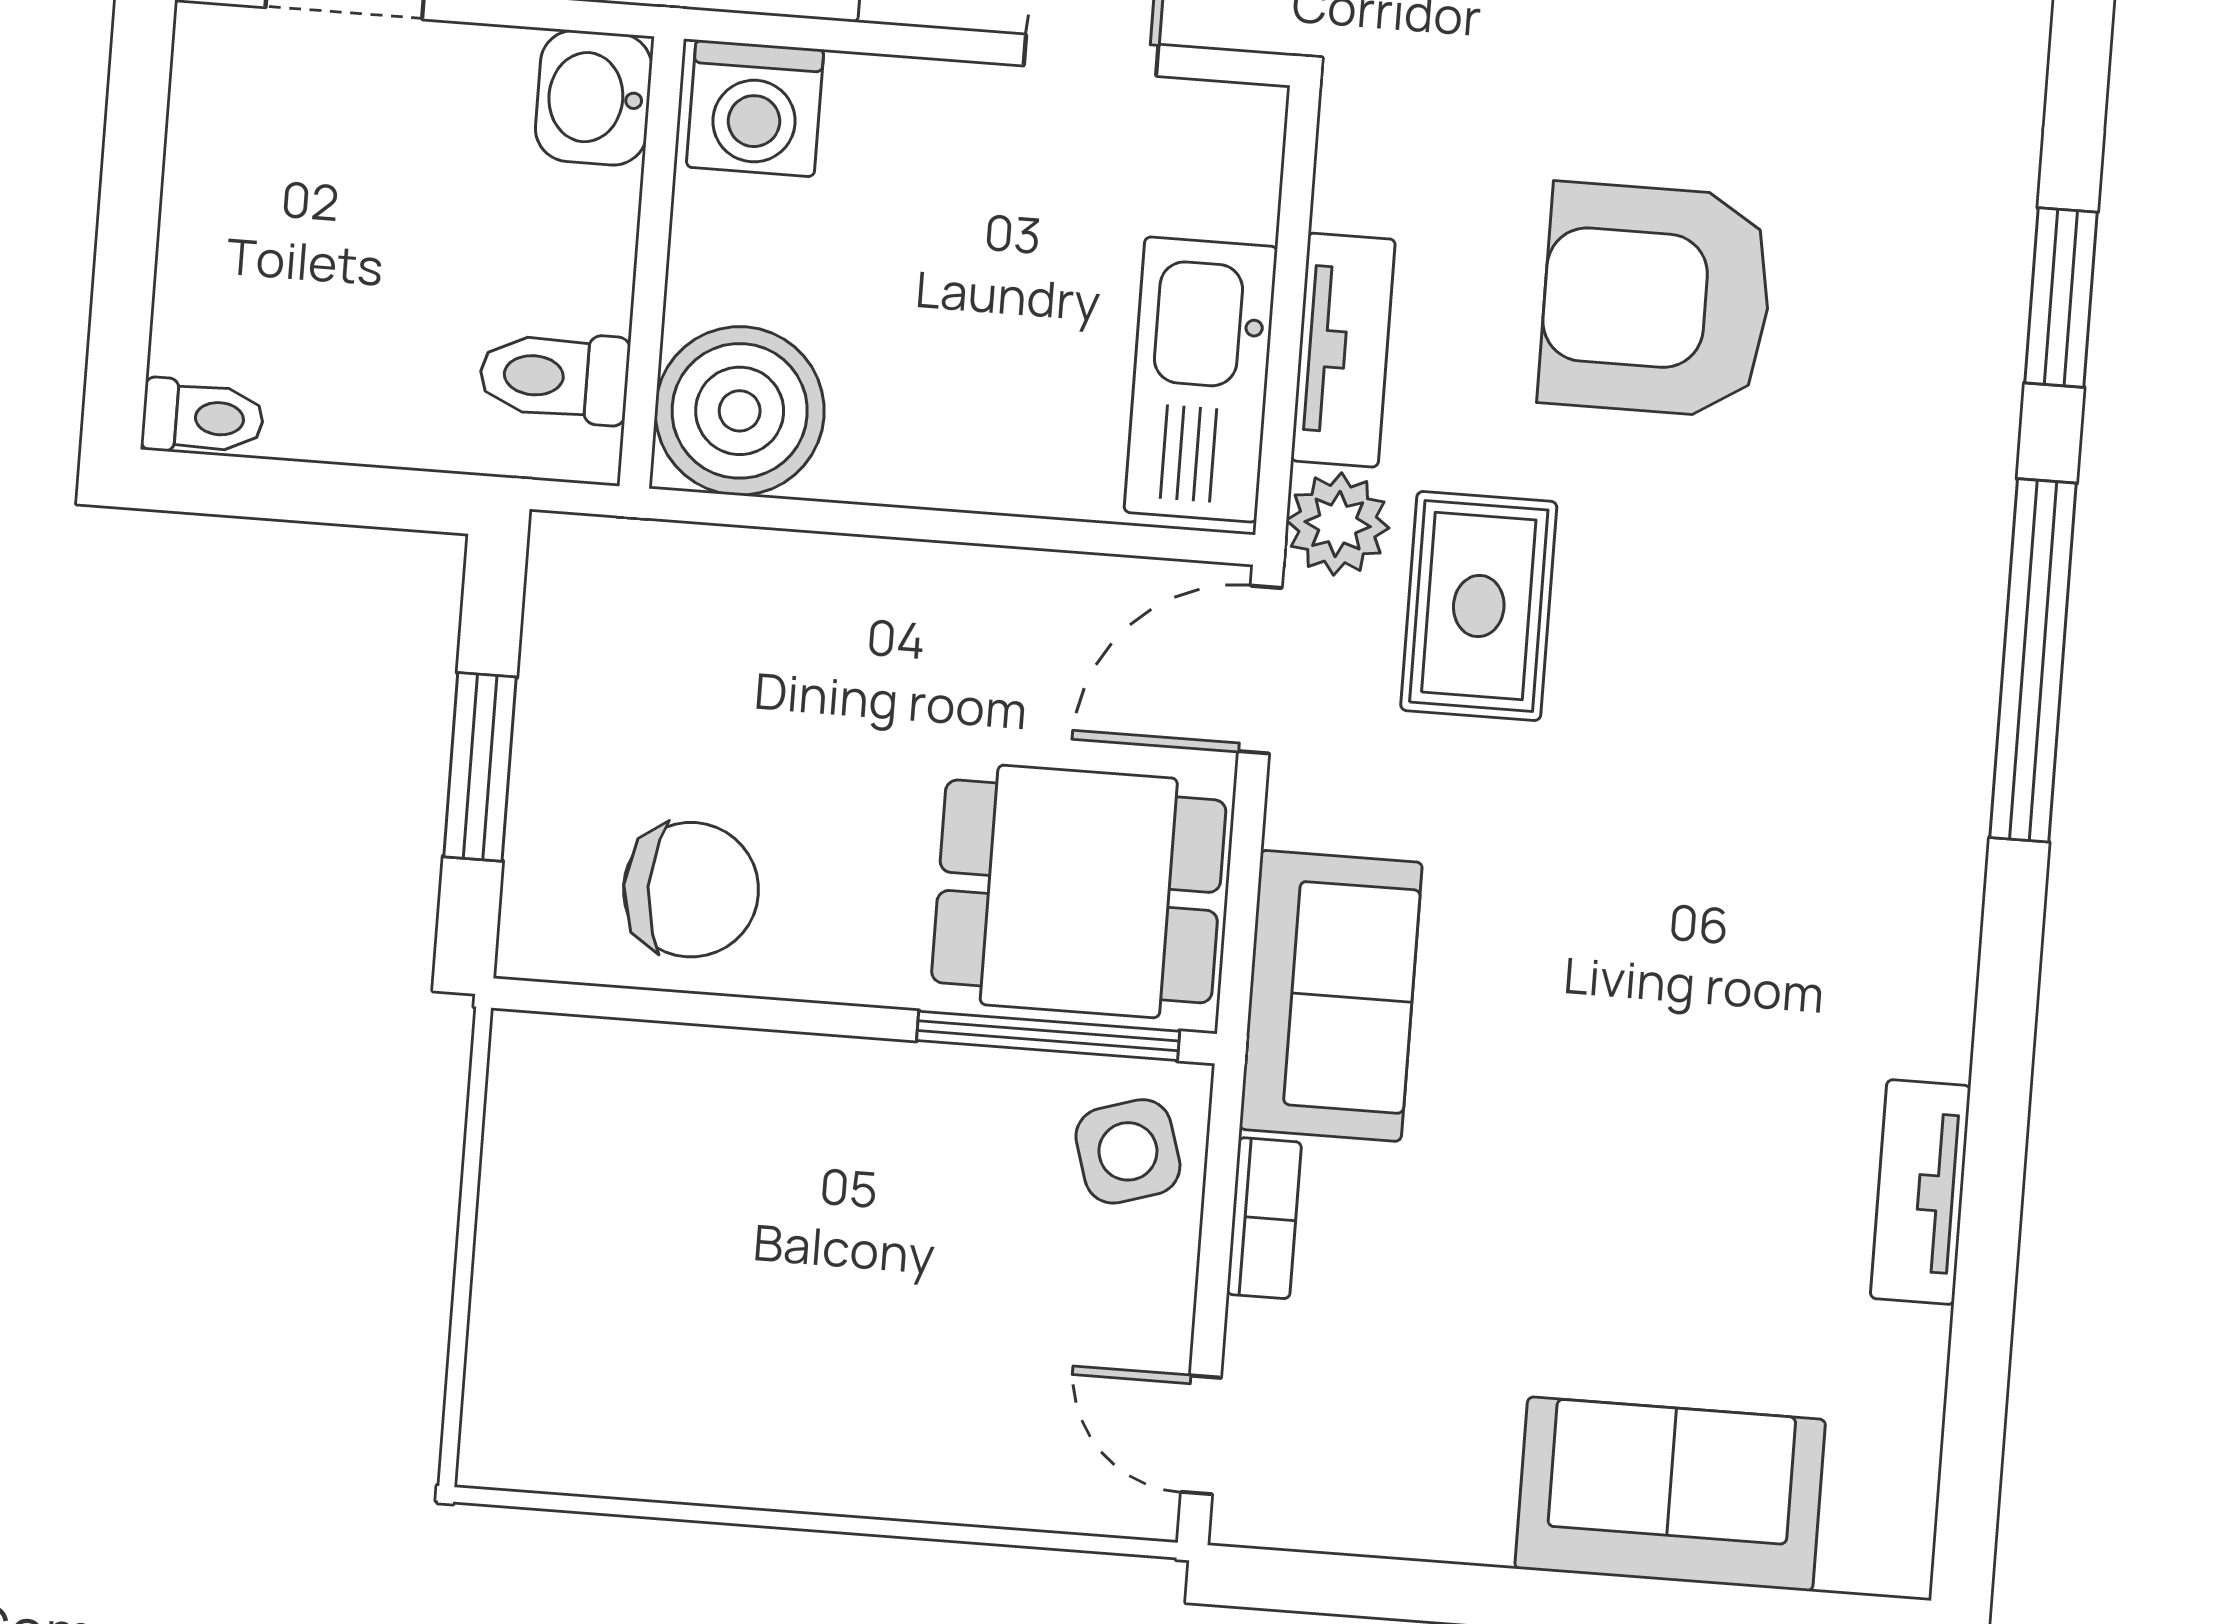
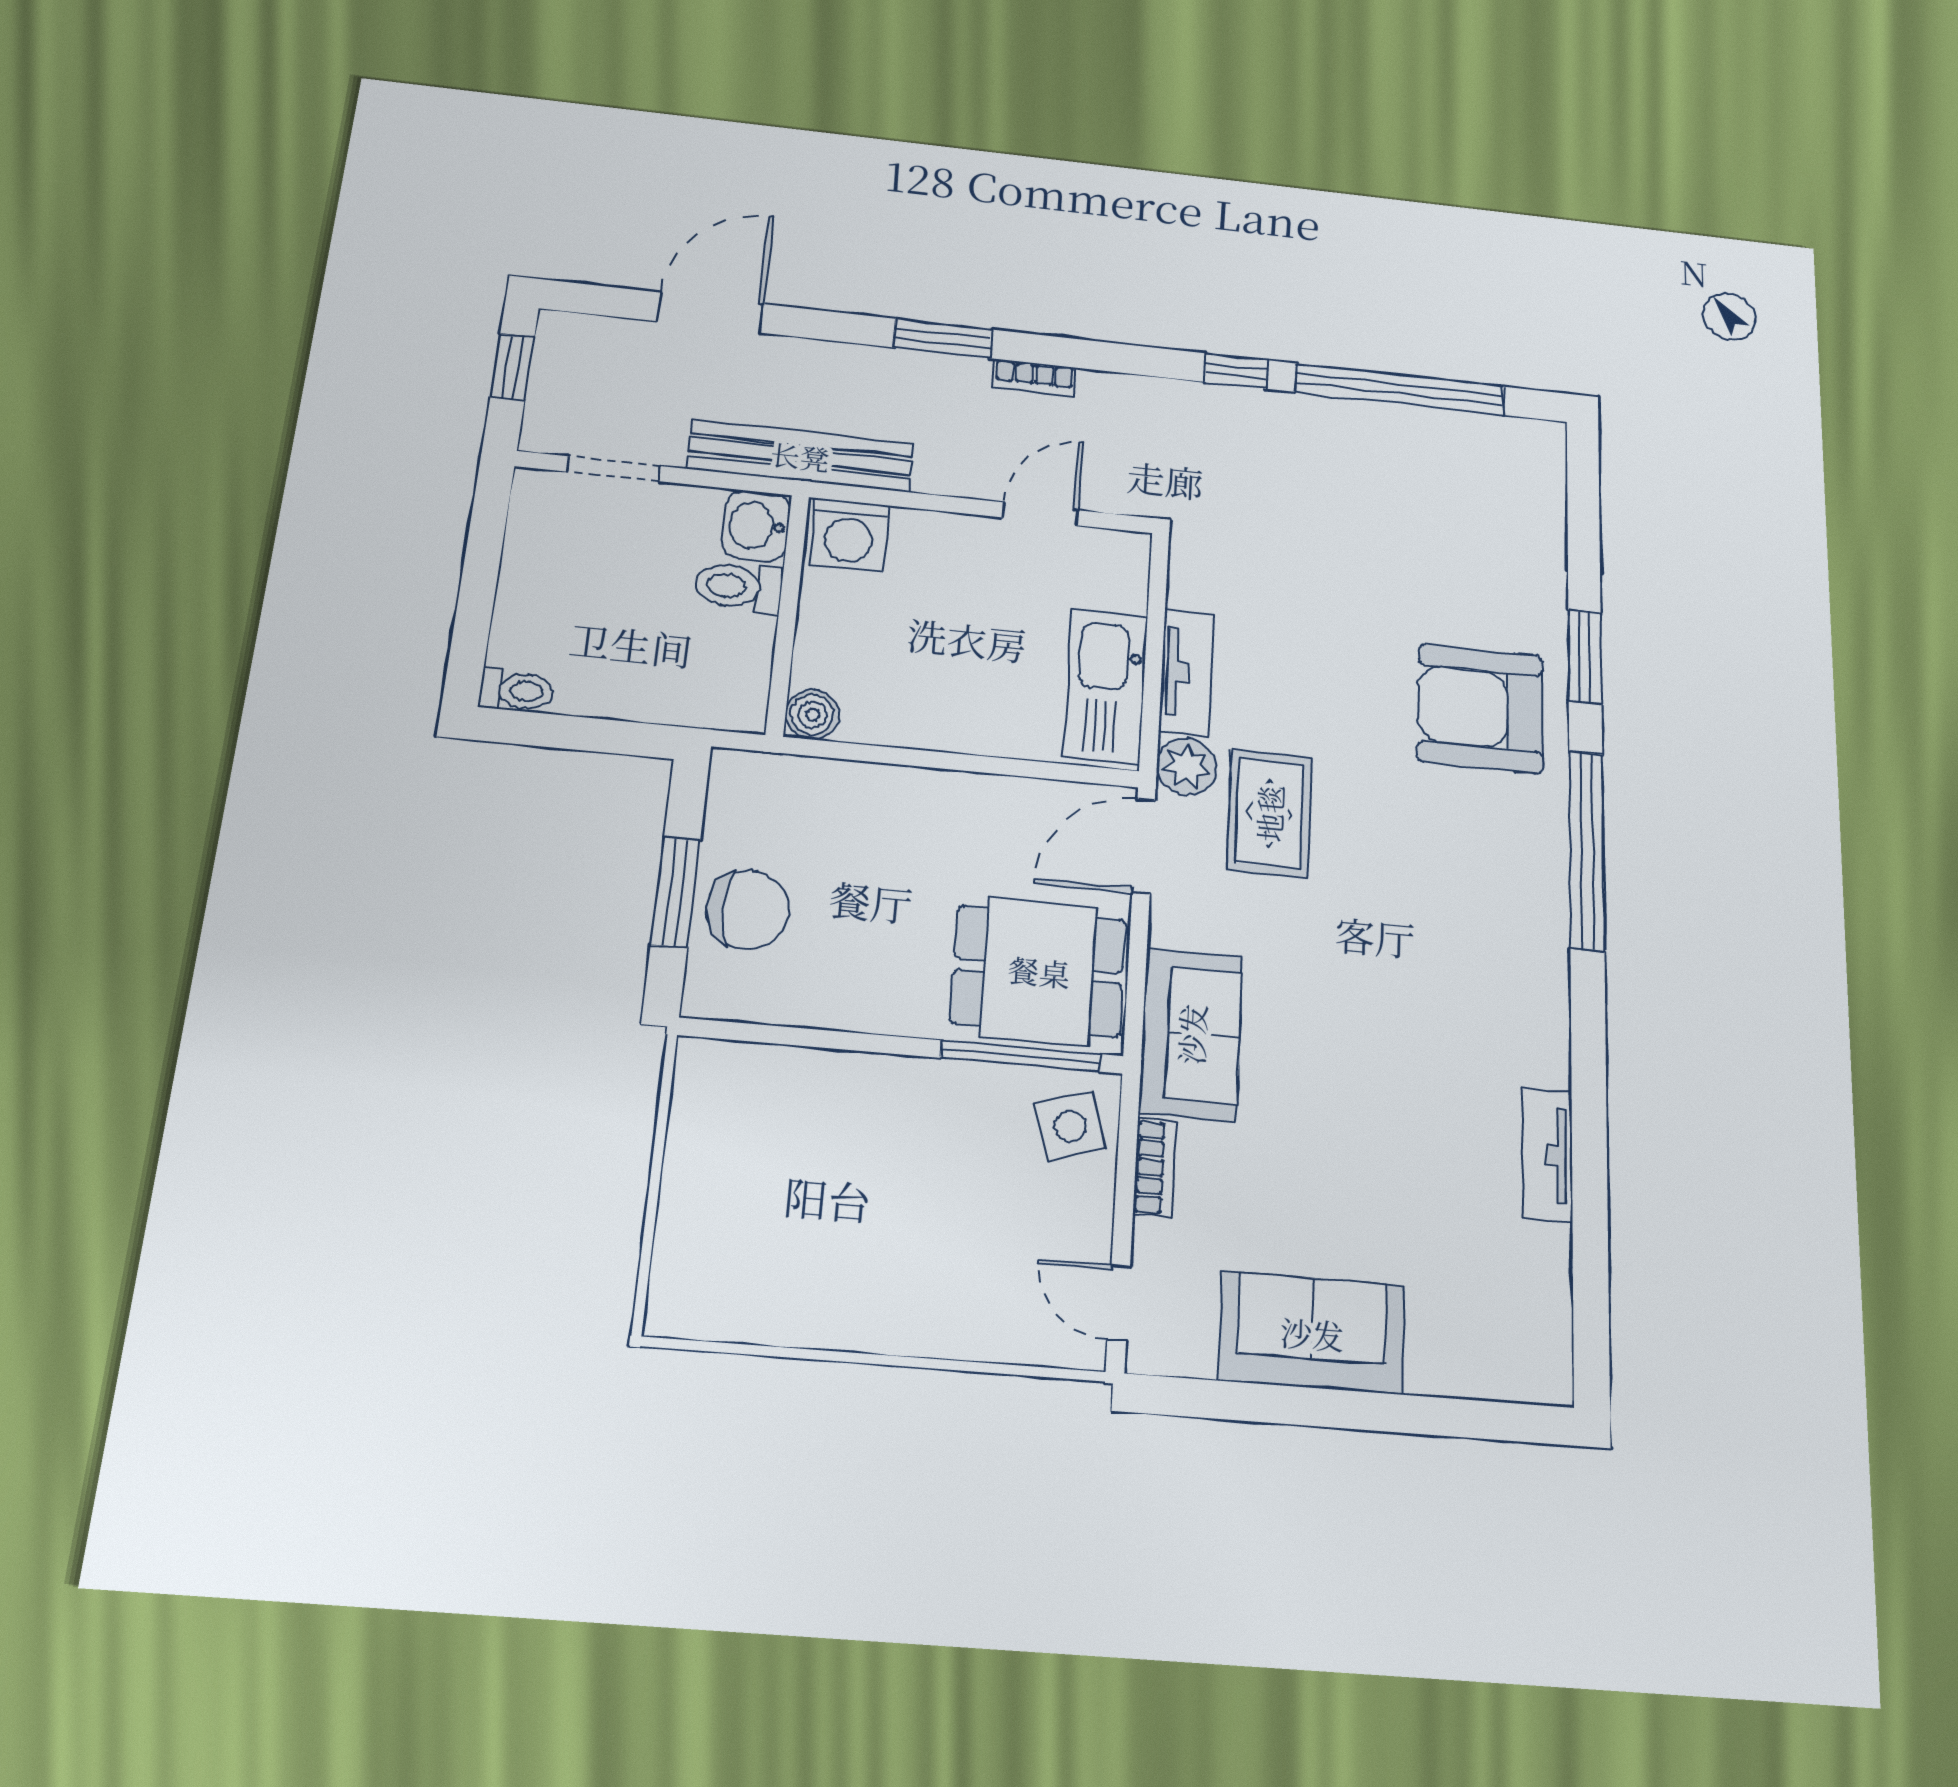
armchair: (1656, 300) -> (1480, 708), moved
toilet: (554, 377) -> (739, 587), moved
boiler: (740, 411) -> (812, 715), width x0.54, depth x0.54
chair: (691, 890) -> (748, 910), moved
sofa: (1670, 1494) -> (1312, 1333), moved

